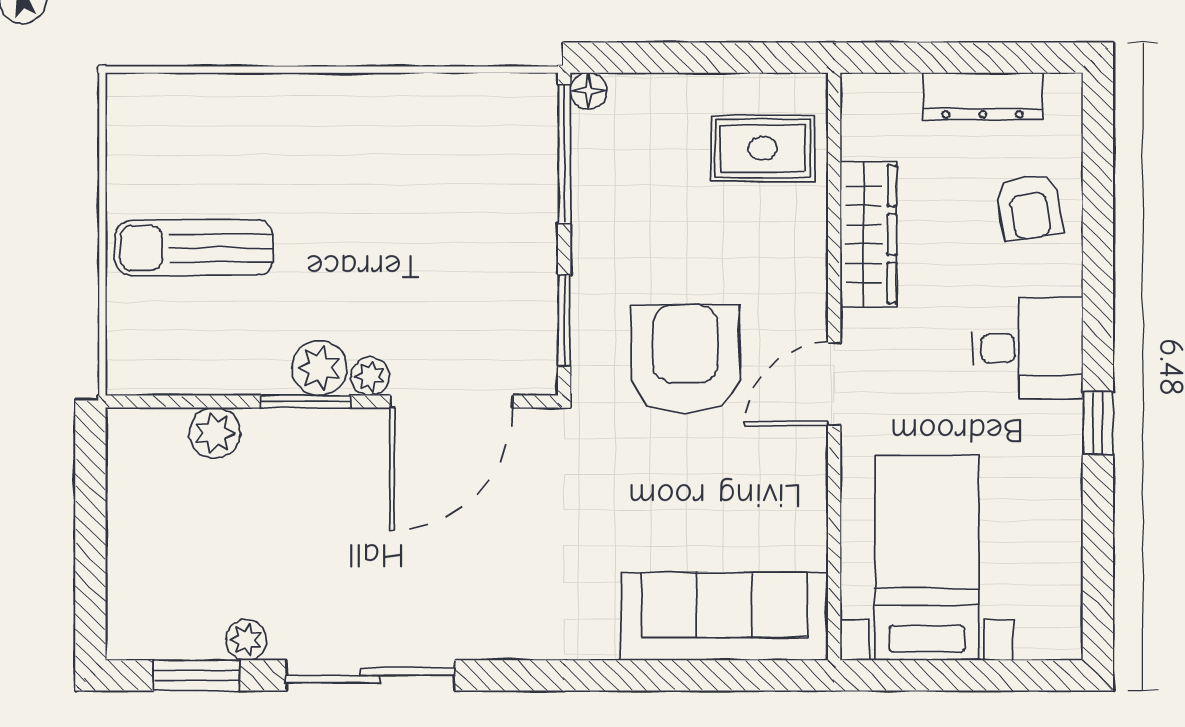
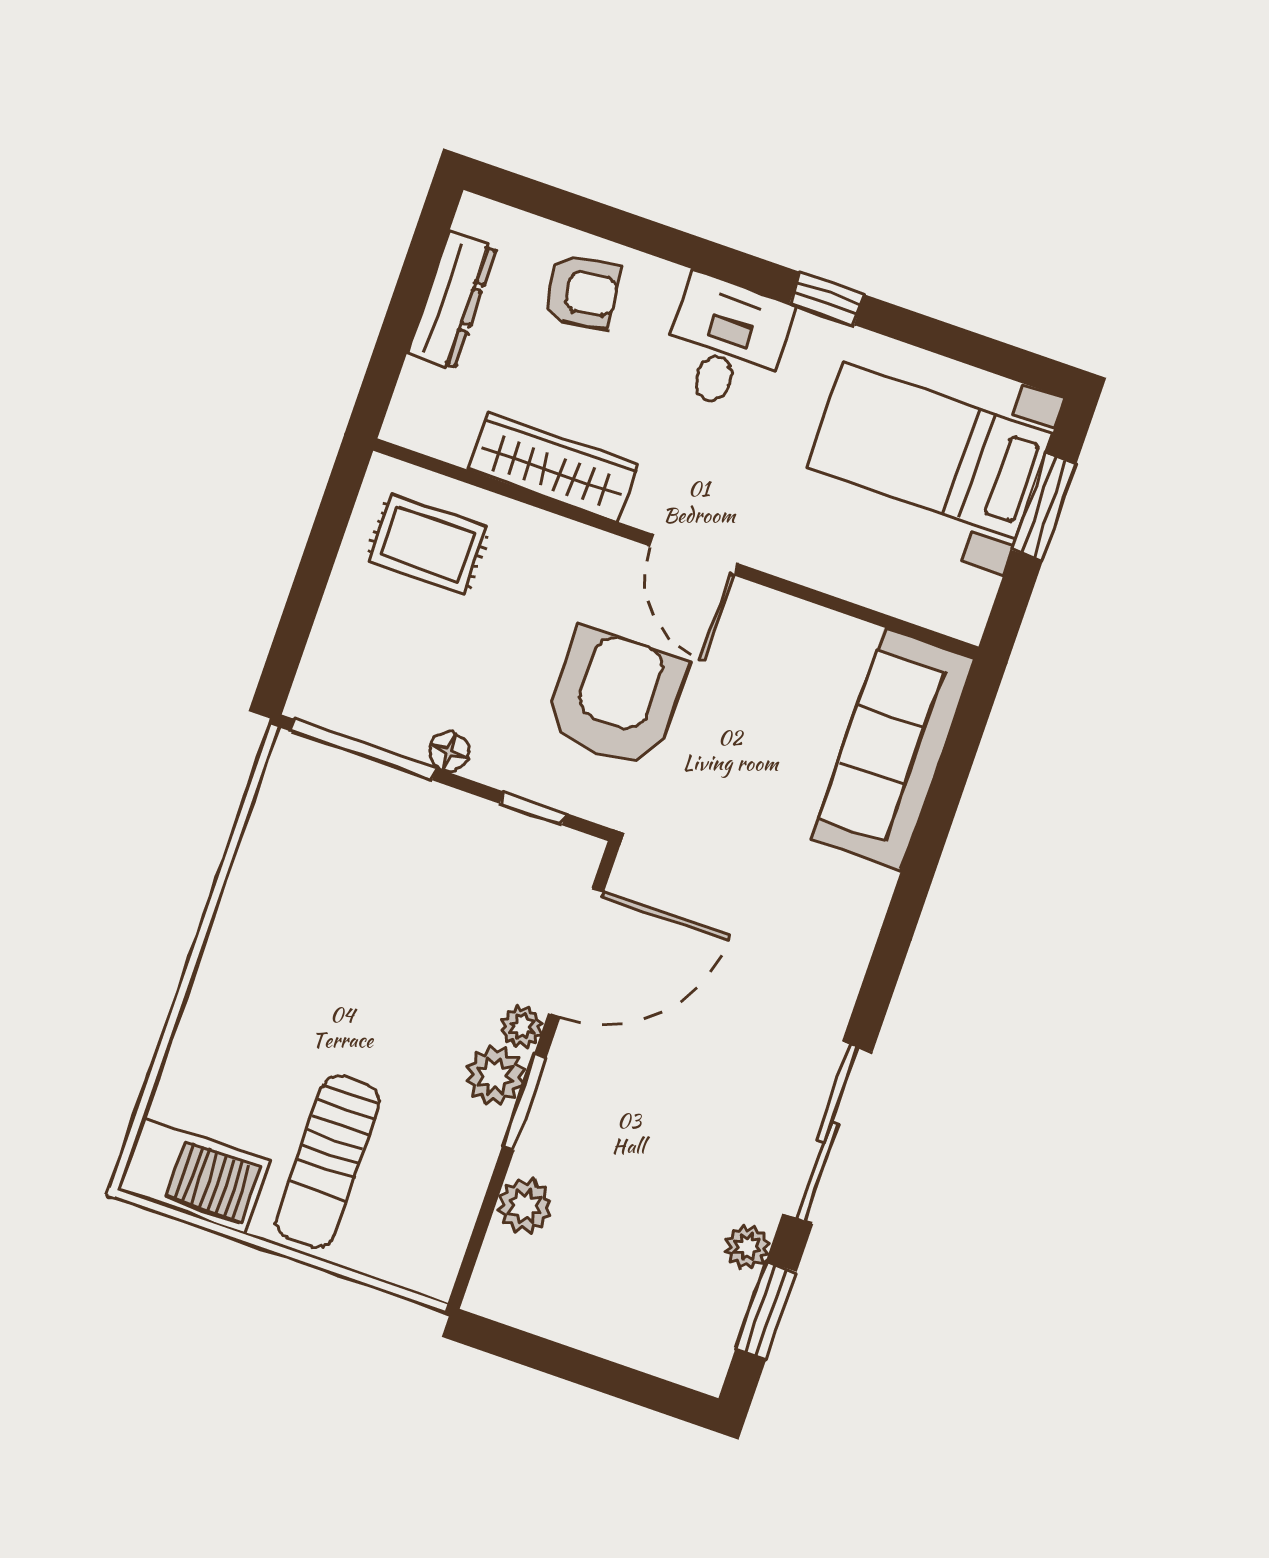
floor lamp: (588, 91) -> (449, 752), moved
barbecue: (142, 135) -> (194, 1175), added
rug: (763, 148) -> (427, 544), turned 90
window: (564, 320) -> (533, 808), width x0.67
armchair: (686, 359) -> (616, 698), turned 90
door: (451, 402) -> (576, 953), hinge flipped
bed with nightstands: (927, 558) -> (929, 450), moved
window: (981, 675) -> (1044, 507), added

